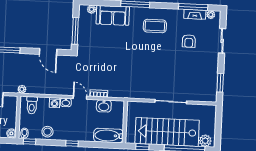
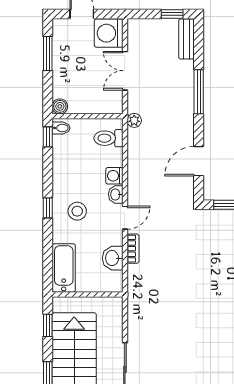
stool: (47, 132) -> (77, 211), moved

